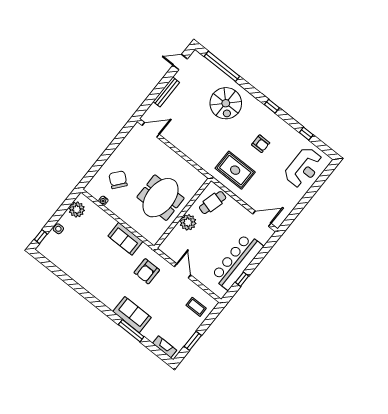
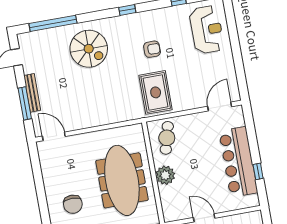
window: (155, 93) -> (25, 103), added
door: (151, 130) -> (54, 136), hinge flipped
rug: (235, 170) -> (156, 92), turned 90
chair: (118, 180) -> (73, 204), turned -129
meeting table: (161, 198) -> (122, 180), width x1.36

